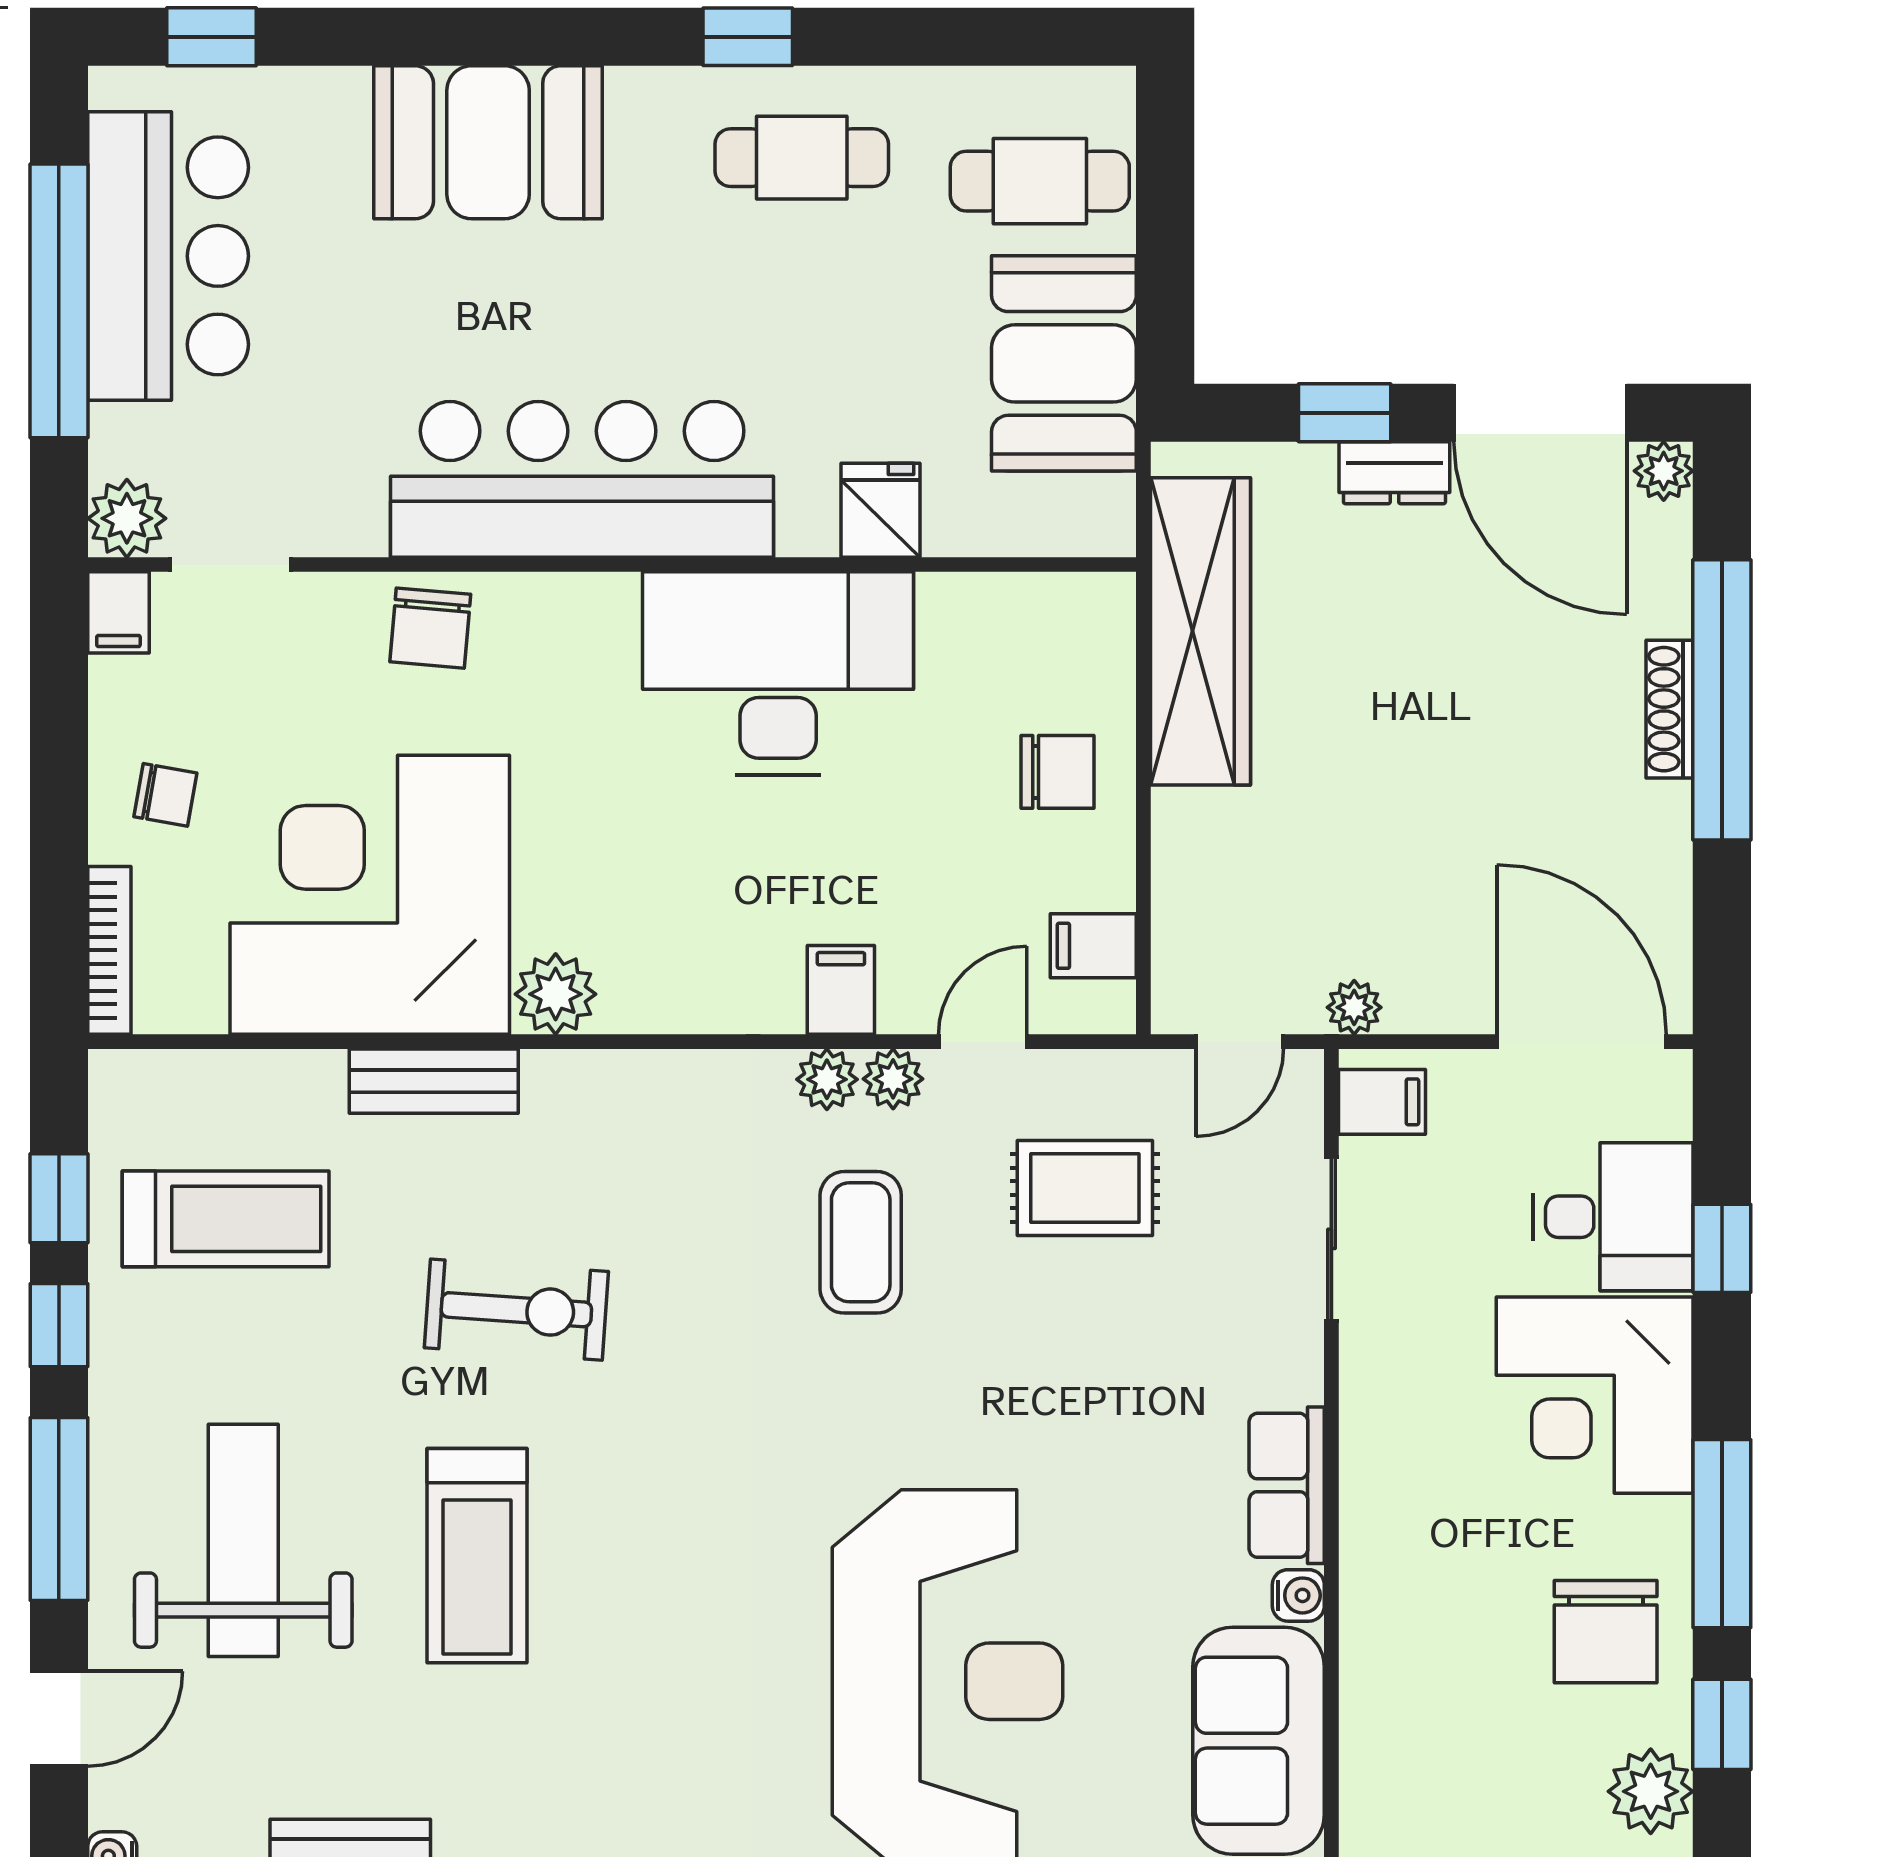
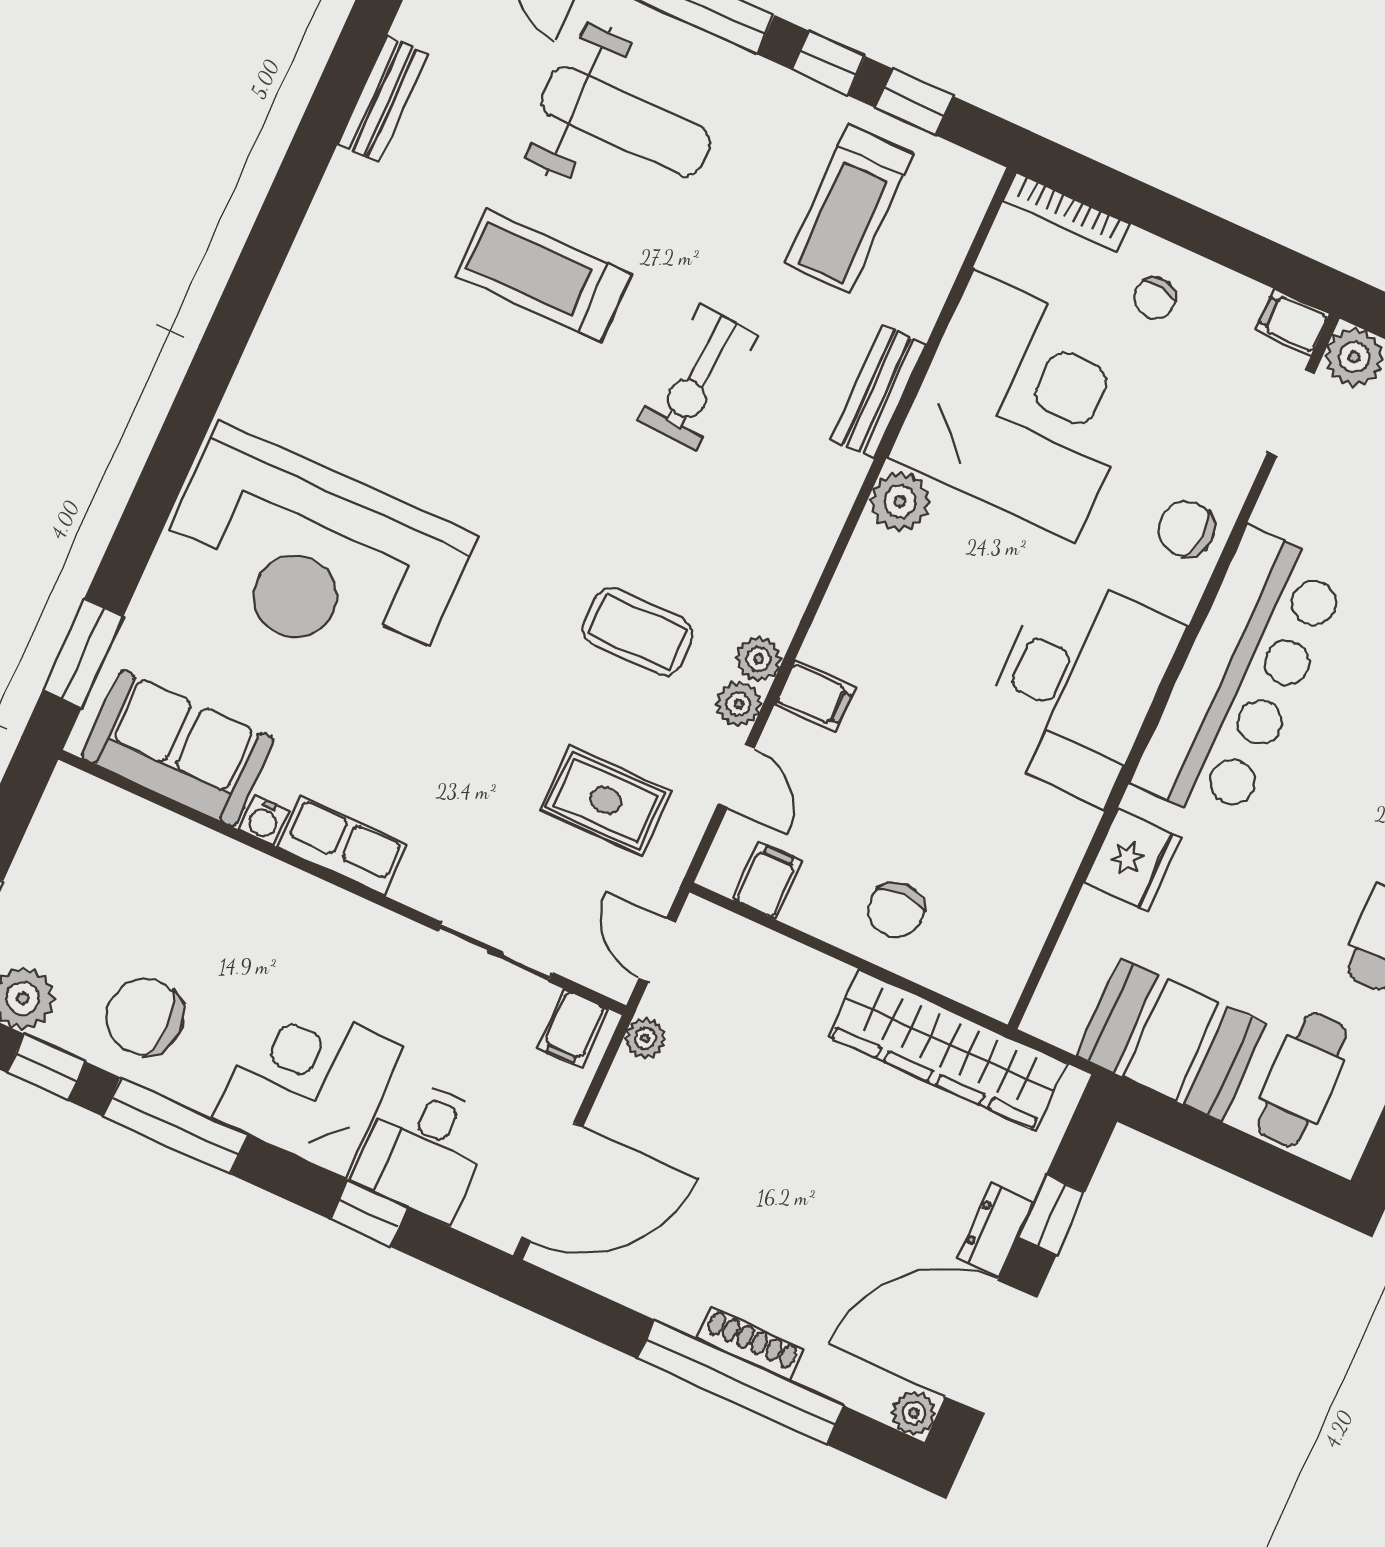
fridge: (880, 510) -> (1133, 860), width x1.38
desk: (778, 673) -> (1078, 687), moved
rug: (1085, 1188) -> (606, 800), turned 90

